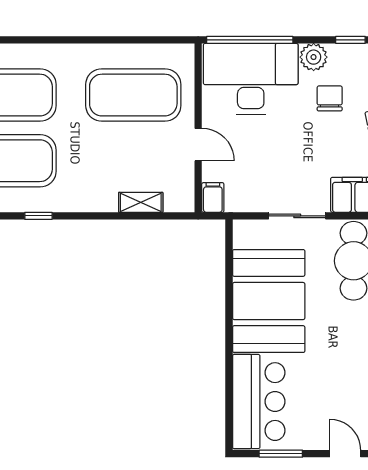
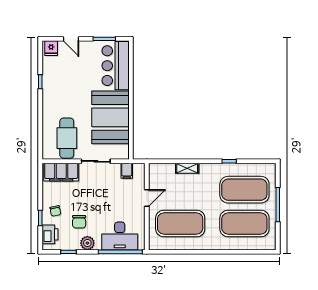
desk: (251, 79) -> (120, 236), width x0.73, depth x0.77
door: (198, 145) -> (147, 198), swing flipped
filing cabinet: (213, 197) -> (127, 171), moved
shelving: (141, 202) -> (187, 168), moved

